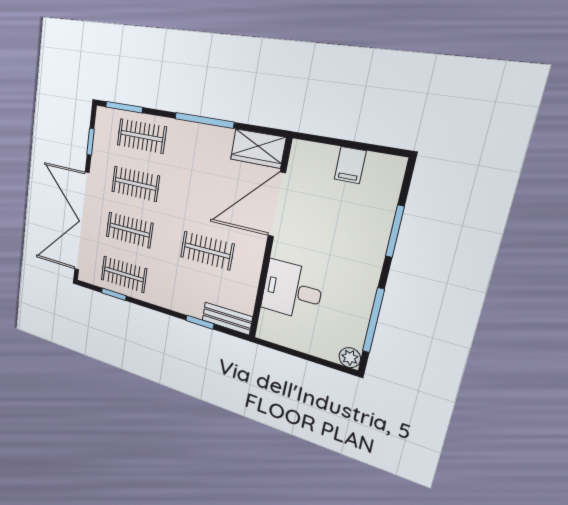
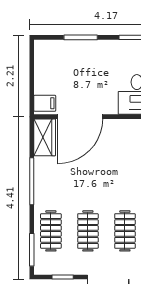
filing cabinet: (350, 165) -> (45, 103), moved
door: (277, 205) -> (80, 117), hinge flipped
clothes rail: (207, 251) -> (125, 163), removed

